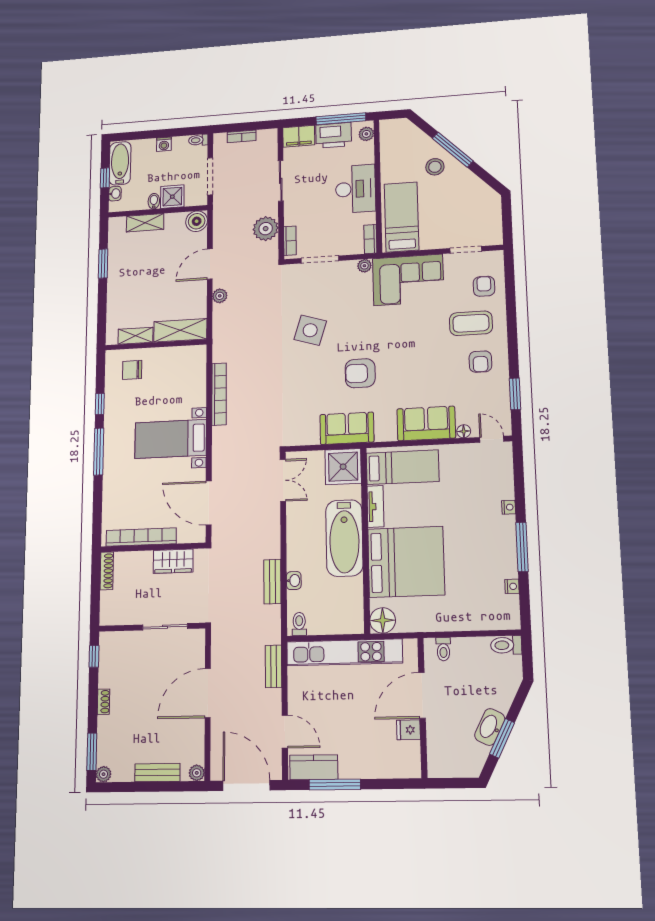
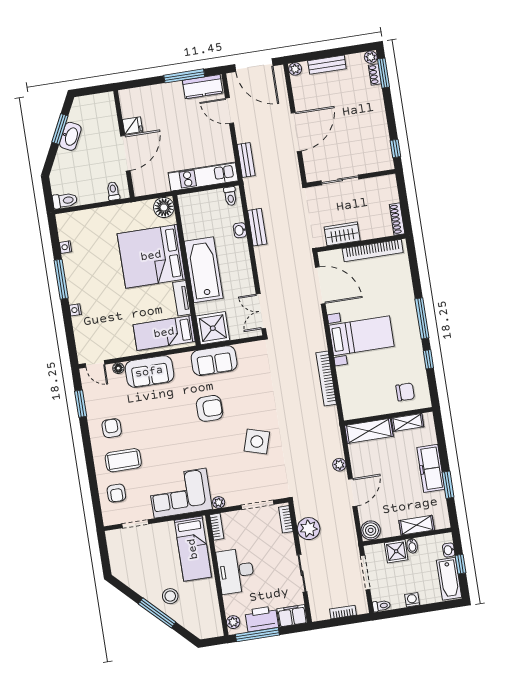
freezer: (119, 283) -> (431, 468), added
kitchen unit: (344, 652) -> (203, 177), width x0.73
shoe rack: (103, 702) -> (375, 74), moved

